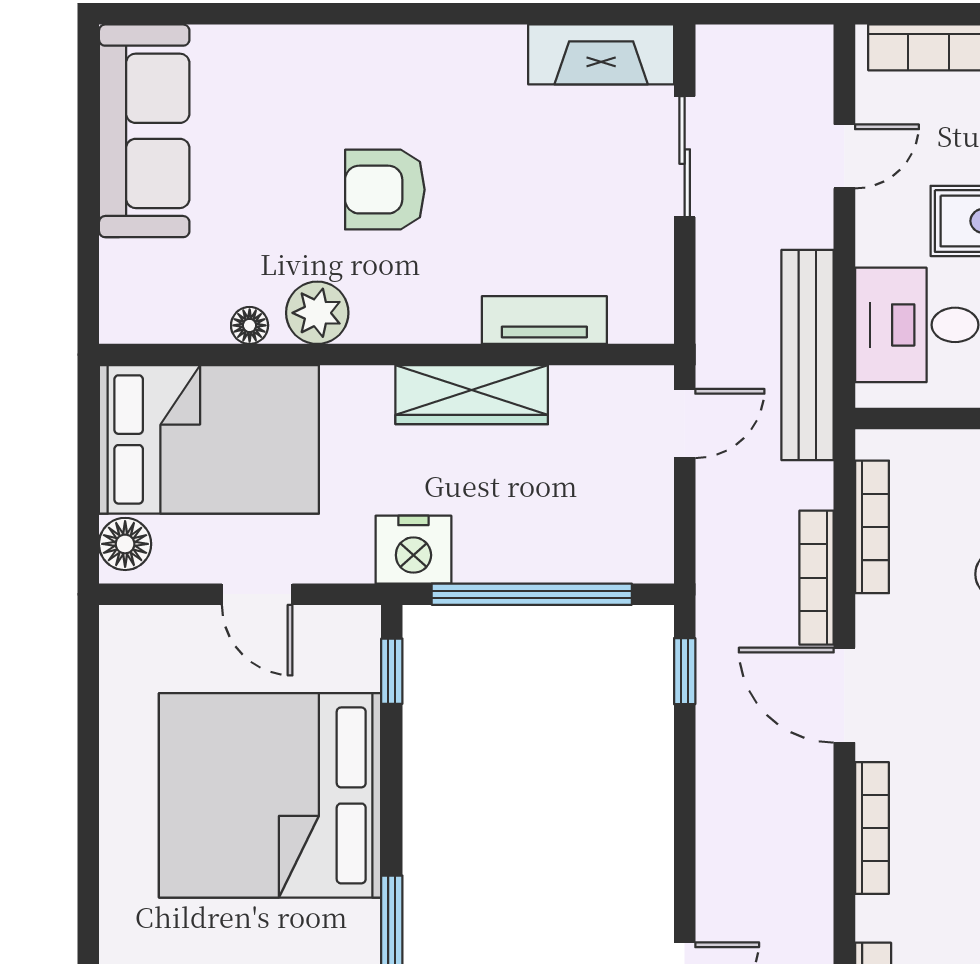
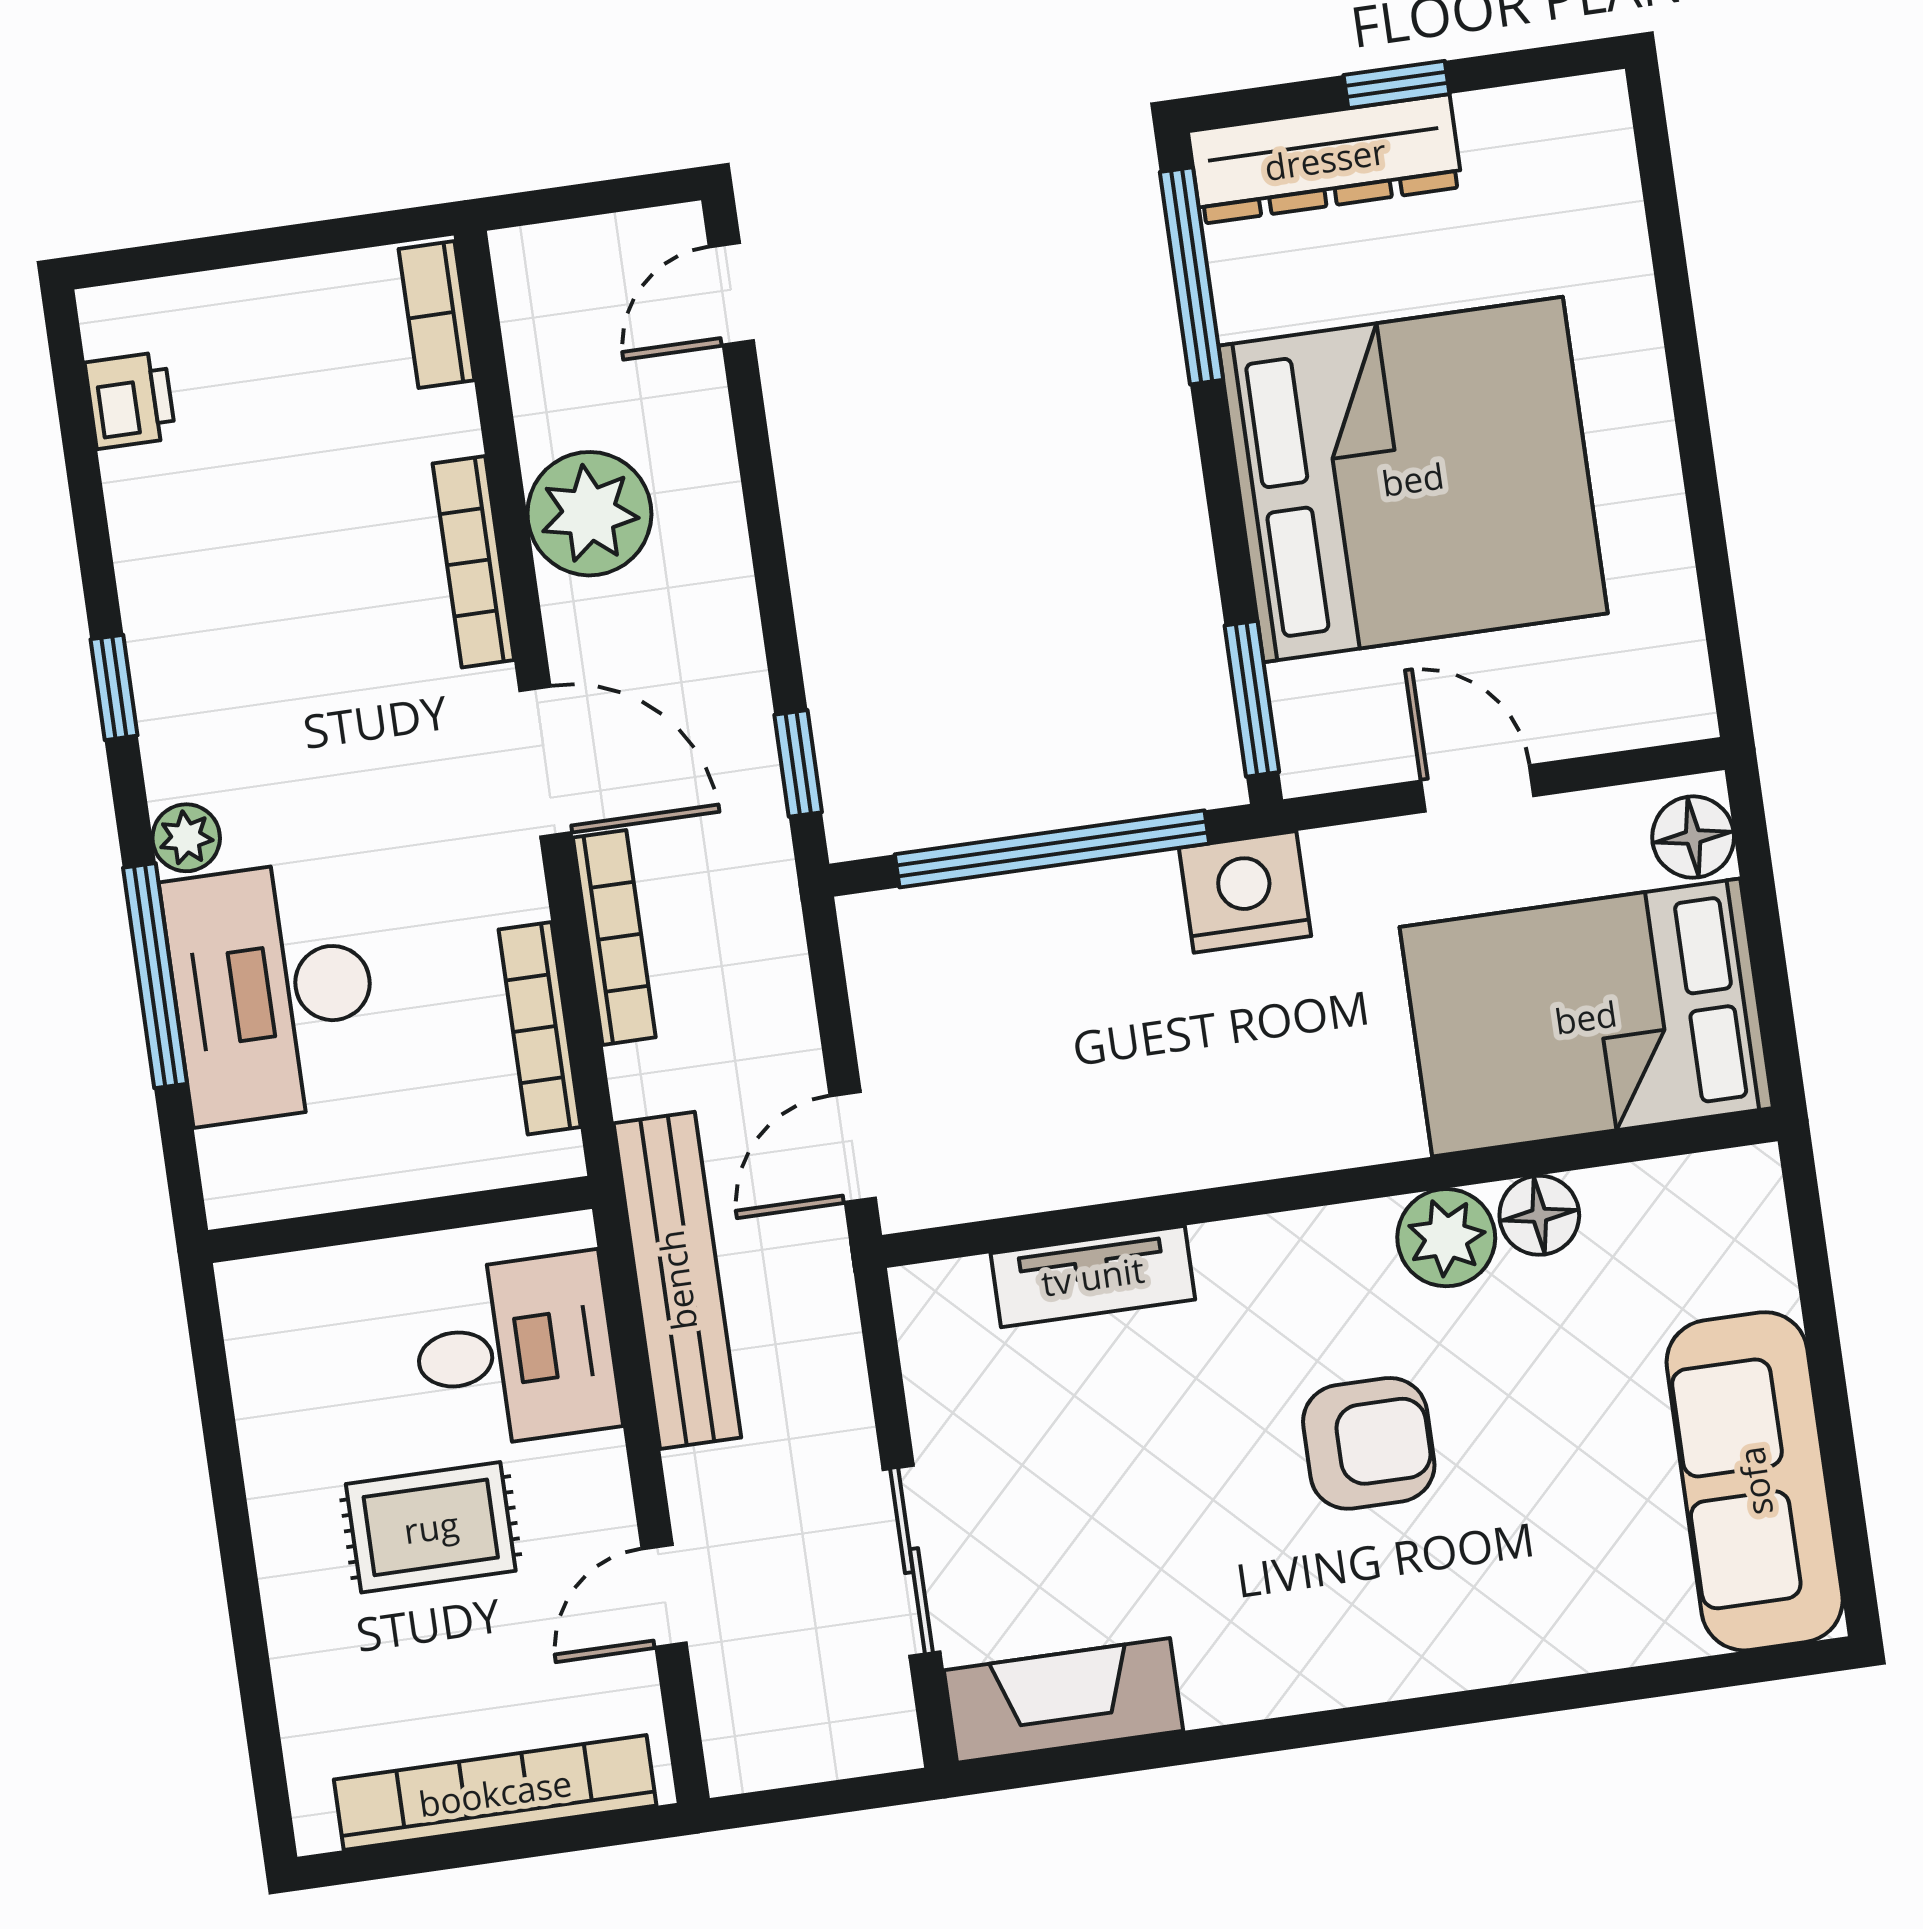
floor lamp: (250, 325) -> (1539, 1215), width x1.37, depth x1.37
wardrobe: (472, 395) -> (1189, 1145), removed
window: (392, 671) -> (1252, 699), width x1.50
plant: (794, 848) -> (589, 514), added

